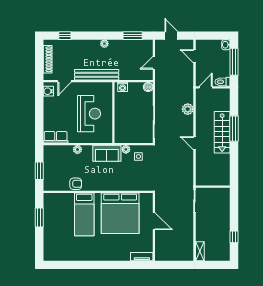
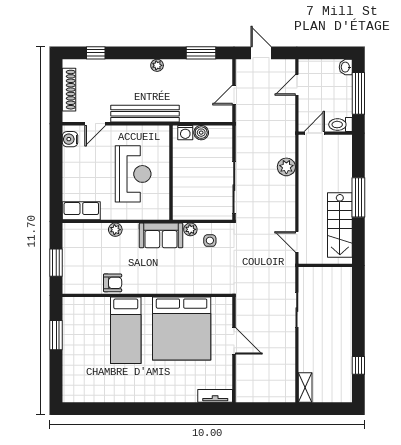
door: (194, 56) -> (297, 85), hinge flipped
boiler: (148, 87) -> (201, 133), moved
stairs: (222, 132) -> (340, 225), moved
door: (194, 143) -> (297, 242), moved
wall: (213, 187) -> (325, 265), moved

